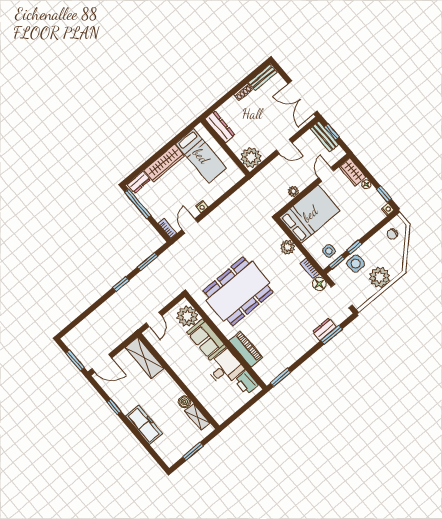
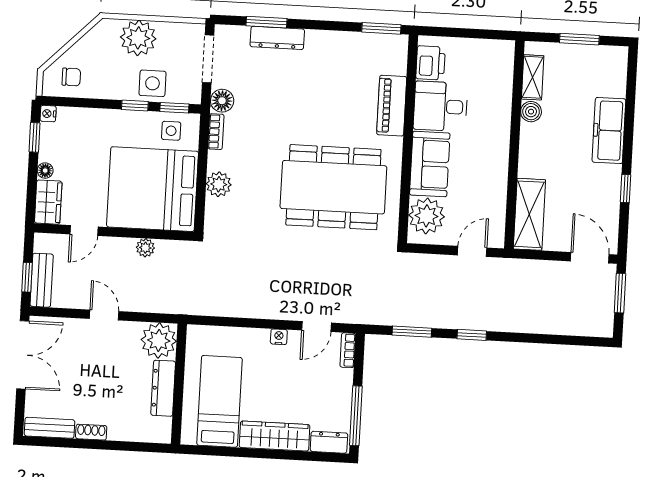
dresser: (220, 127) -> (163, 388), moved
bed: (310, 214) -> (153, 189), width x1.36
dresser: (324, 329) -> (277, 38), width x1.44

